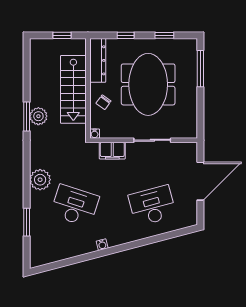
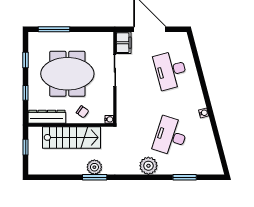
filing cabinet: (112, 151) -> (124, 43), moved

